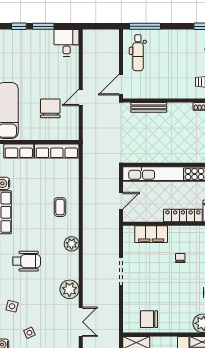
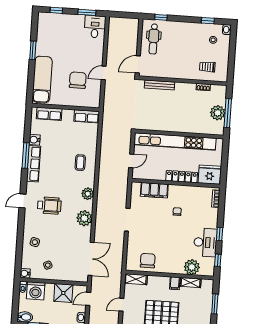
window: (43, 26) -> (87, 12), moved
window: (145, 26) -> (161, 17), width x0.46
row of seats: (57, 151) -> (87, 116), width x0.68
plant: (69, 289) -> (84, 218), moved
chair: (149, 319) -> (148, 261), turned 90
double door: (81, 322) -> (91, 259), width x1.37

